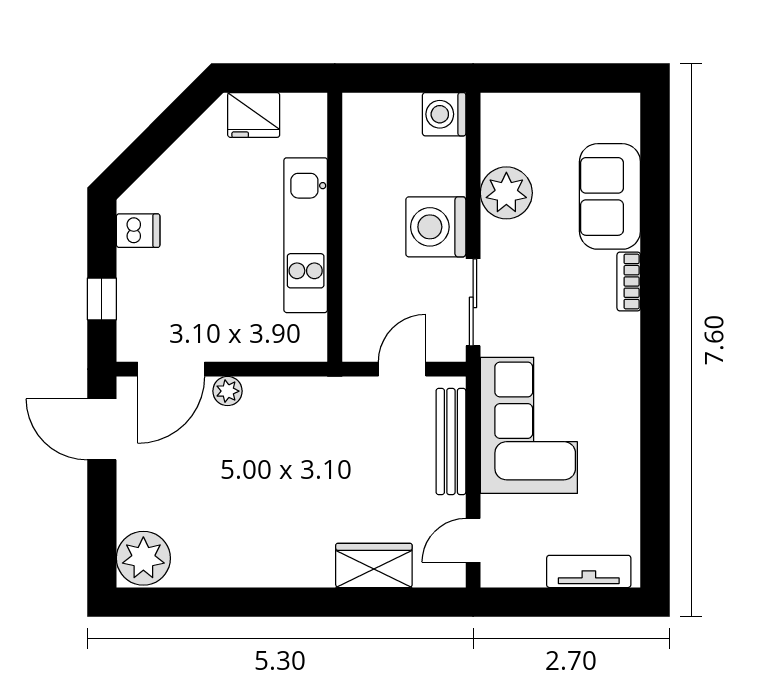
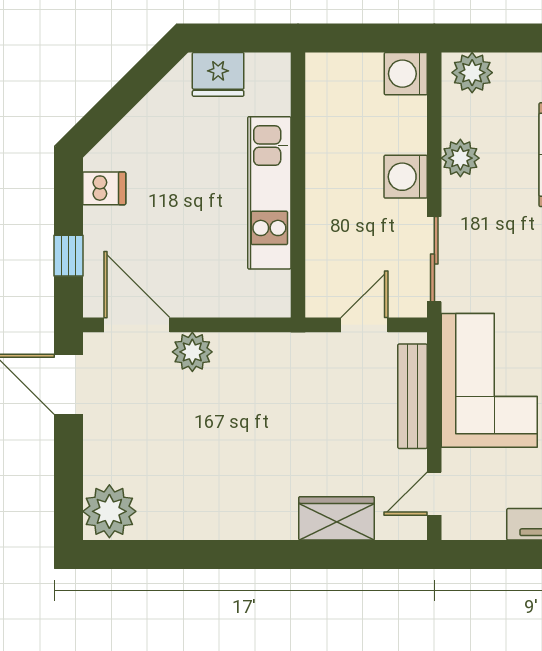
plant: (511, 113) -> (472, 73), added
plant: (506, 193) -> (460, 158), width x0.73, depth x0.73
washing machine: (436, 227) -> (406, 177), width x0.73, depth x0.73
door: (171, 369) -> (137, 325), swing flipped
plant: (227, 391) -> (192, 352), width x1.38, depth x1.38

